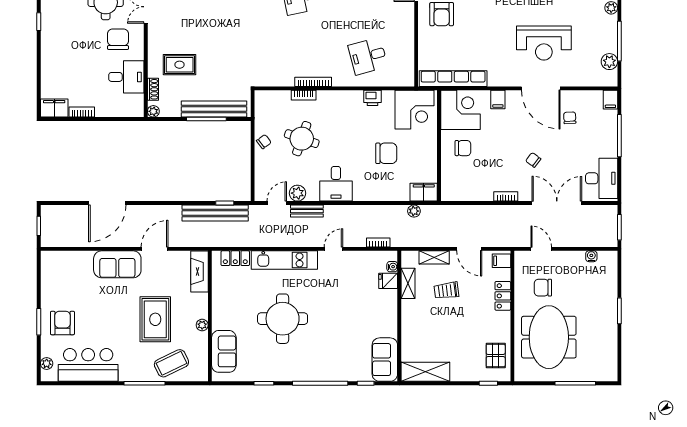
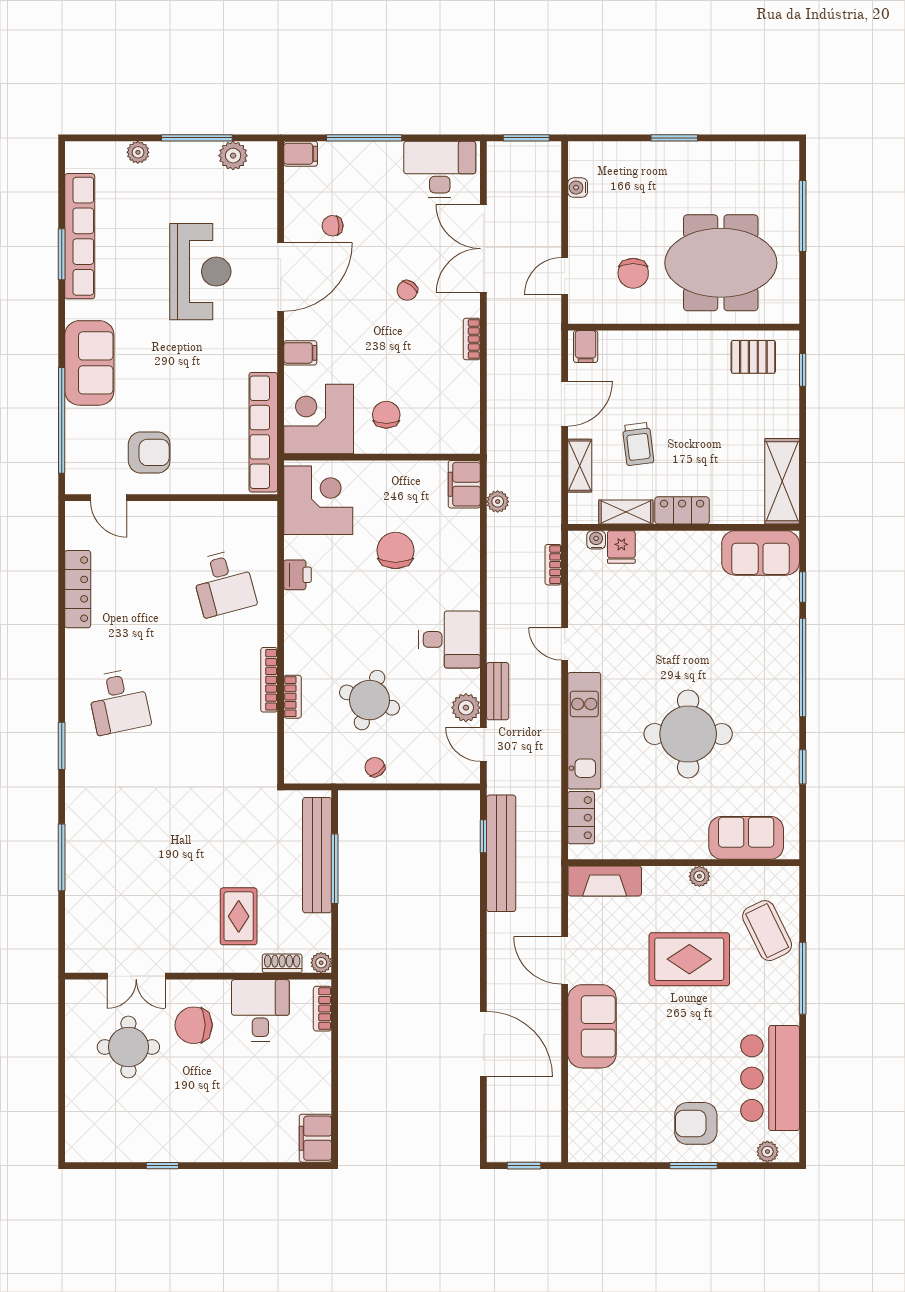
bookcase: (82, 112) -> (322, 1009), moved
locker: (503, 296) -> (682, 510), moved, turned 180

